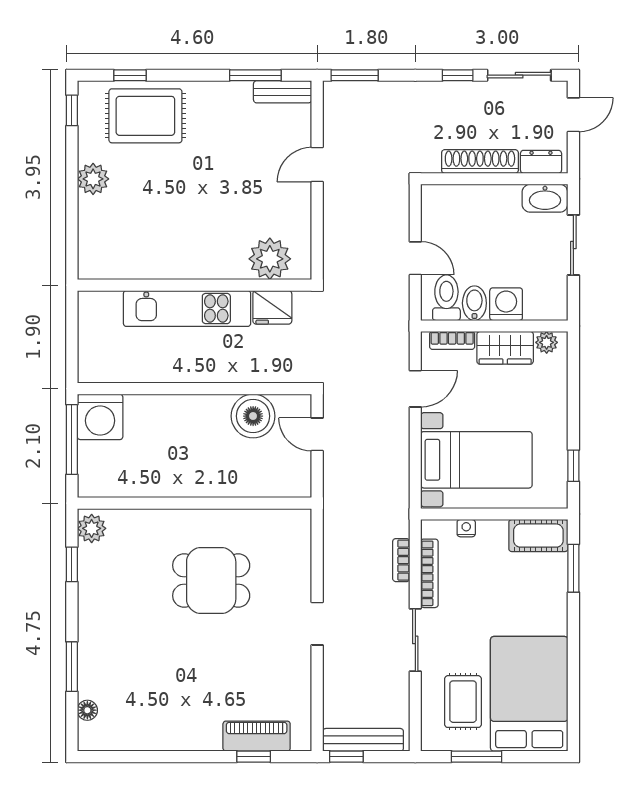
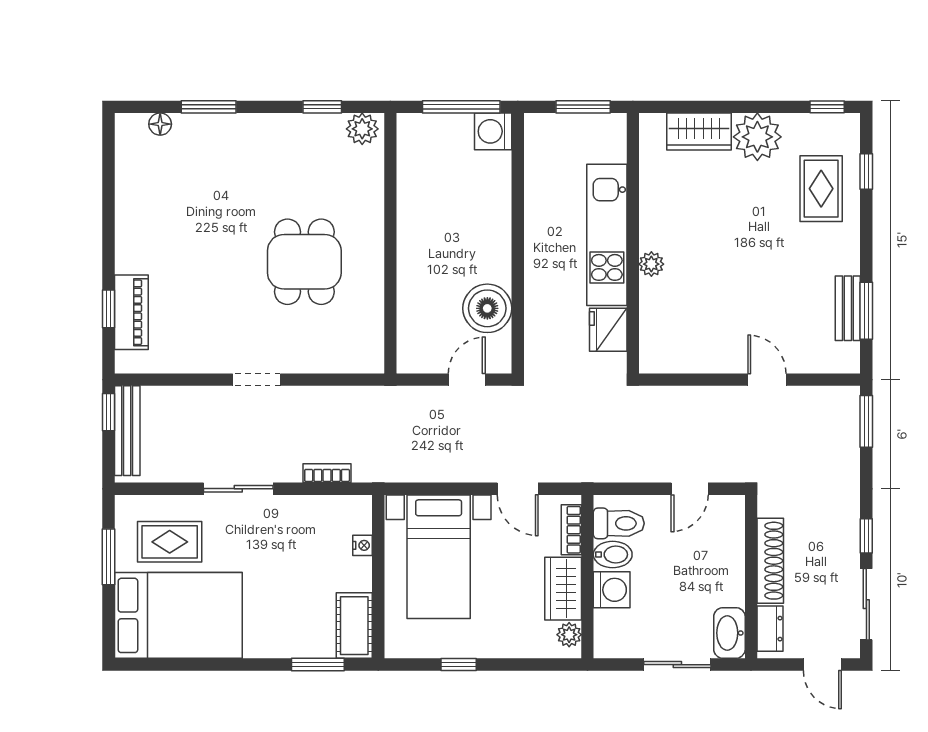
bench: (283, 92) -> (848, 308), moved
rug: (145, 116) -> (821, 189), width x0.73, depth x0.70
plant: (93, 179) -> (757, 137), width x1.36, depth x1.36
wardrobe: (94, 226) -> (699, 131), added
door: (415, 258) -> (690, 489), moved
plant: (270, 259) -> (651, 264), moved, width x0.53, depth x0.53
window: (72, 330) -> (583, 107), added
washing machine: (100, 417) -> (493, 131), width x0.73, depth x0.73
window: (573, 466) -> (459, 665), moved
bookcase: (429, 573) -> (312, 505), removed

